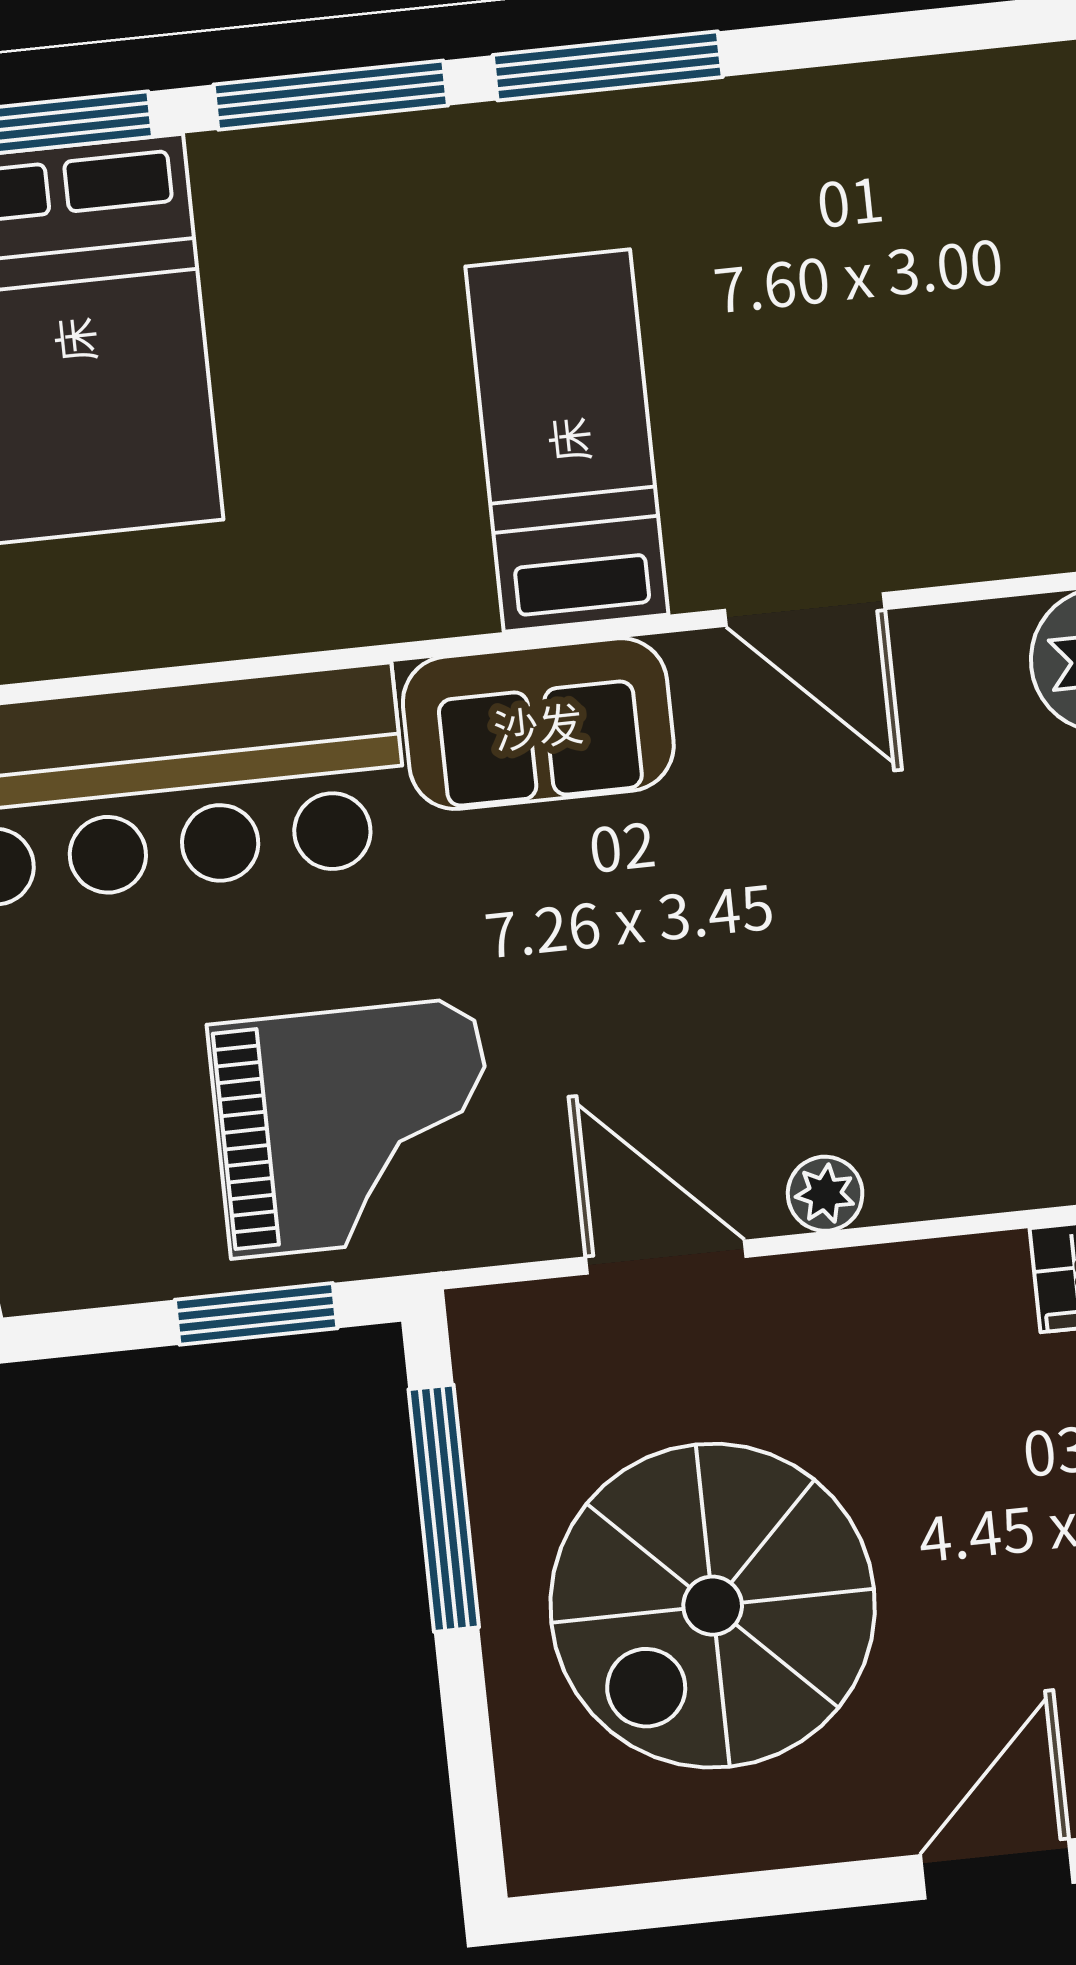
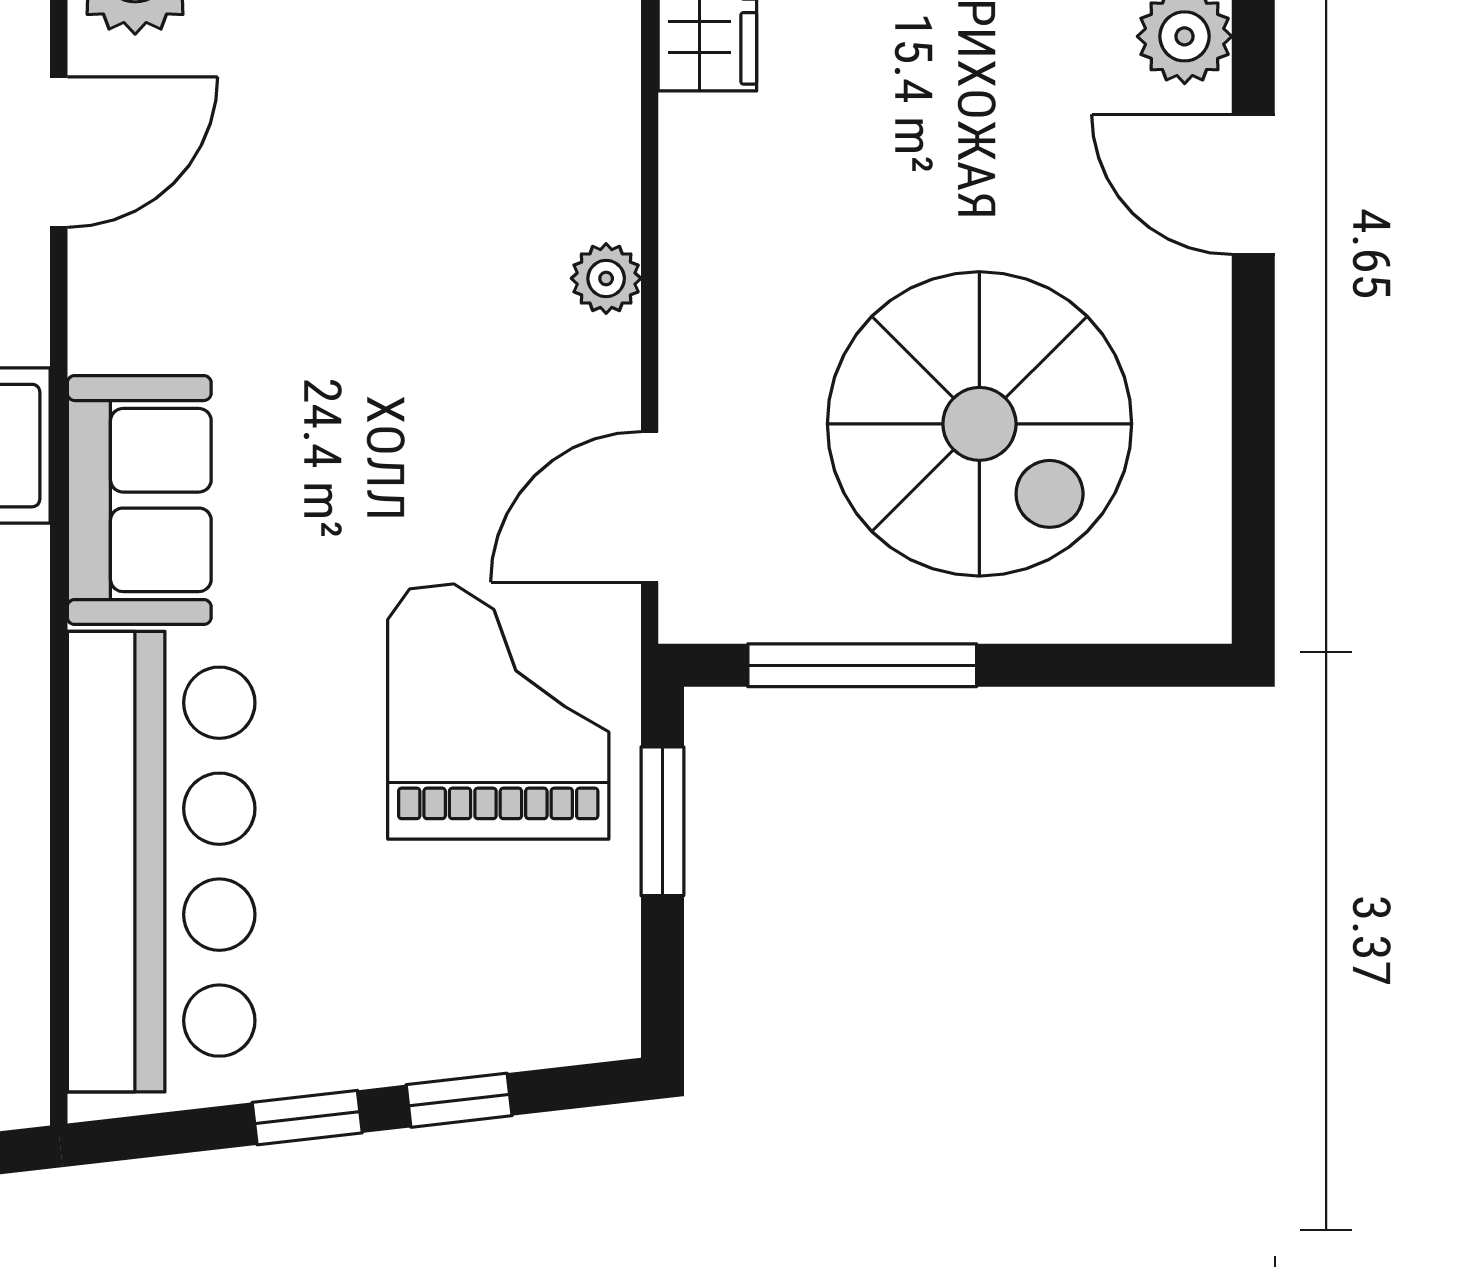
door: (805, 609) -> (59, 152), moved
door: (666, 1257) -> (650, 507), moved

